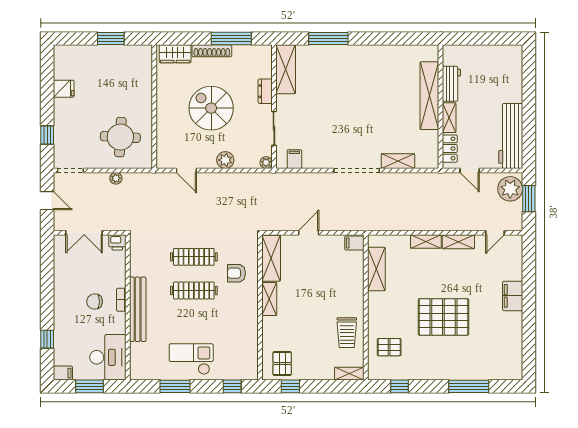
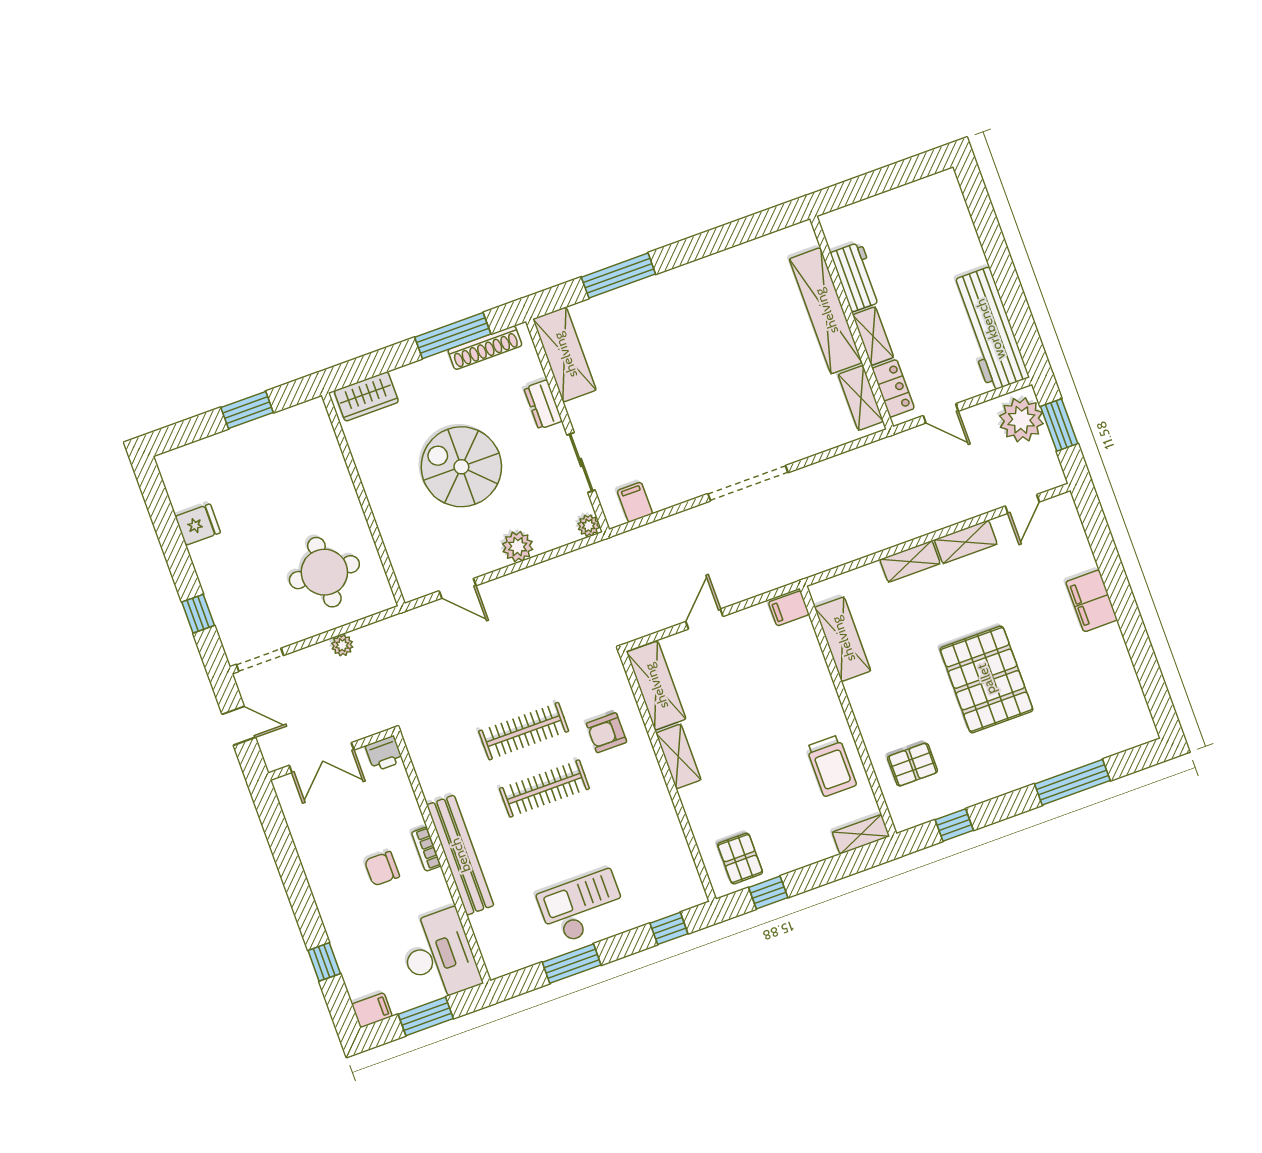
shoe rack: (212, 51) -> (485, 348), moved
shelving: (398, 161) -> (861, 398), moved, turned 90
pallet: (443, 317) -> (986, 679), turned 90

